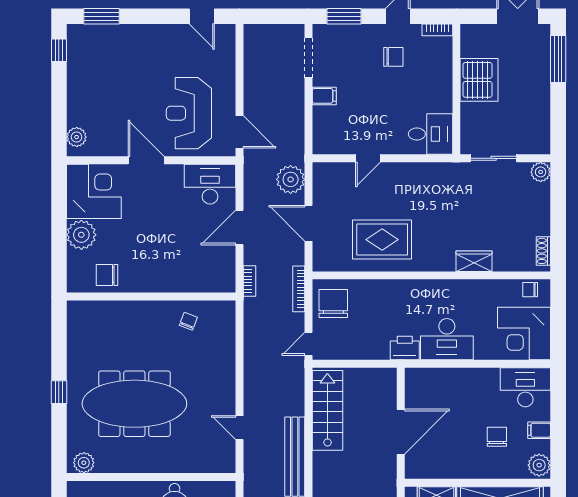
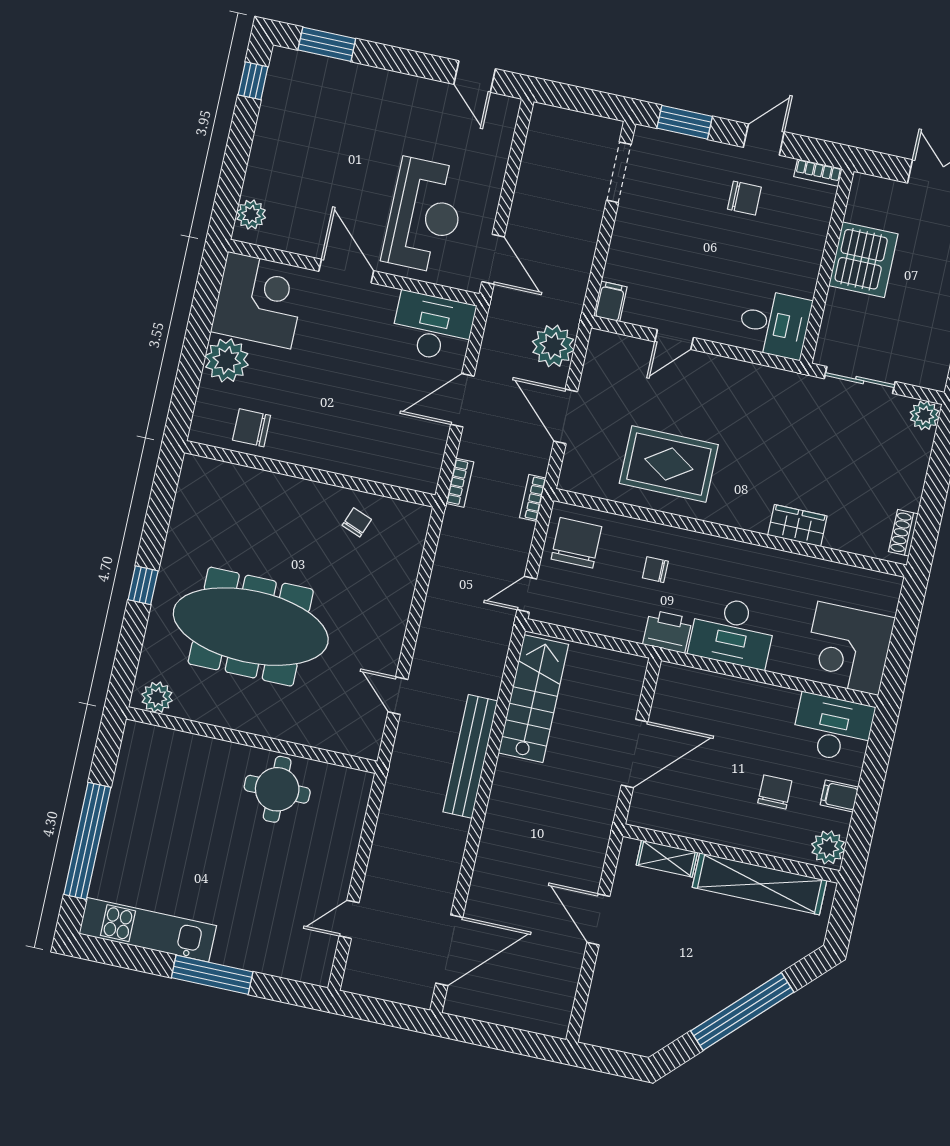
filing cabinet: (324, 96) -> (610, 301), moved, turned -90
reception desk: (189, 113) -> (425, 215), turned 180
bookcase: (299, 289) -> (533, 498), width x0.64
chair: (530, 290) -> (655, 570), moved

